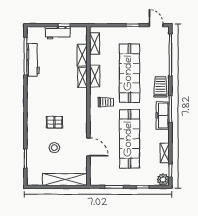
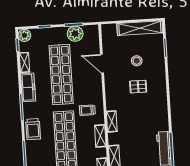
shelving: (83, 77) -> (112, 121), moved
freezer: (163, 116) -> (28, 87), moved
plant: (113, 178) -> (75, 34), added
shelving: (65, 180) -> (140, 28), moved

